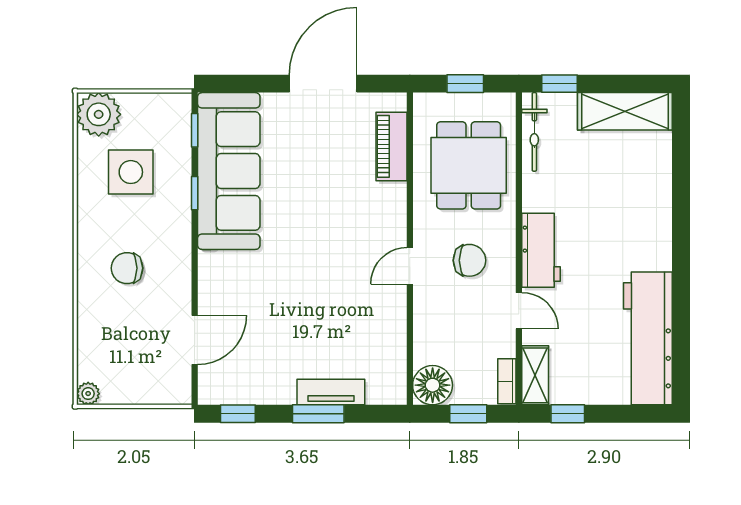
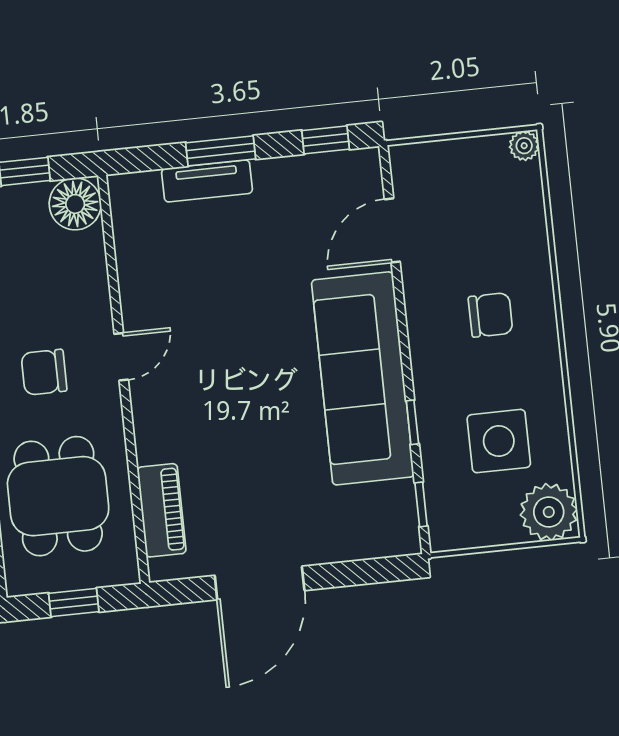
sofa: (229, 171) -> (363, 378), moved

